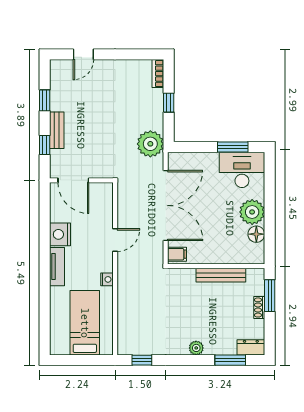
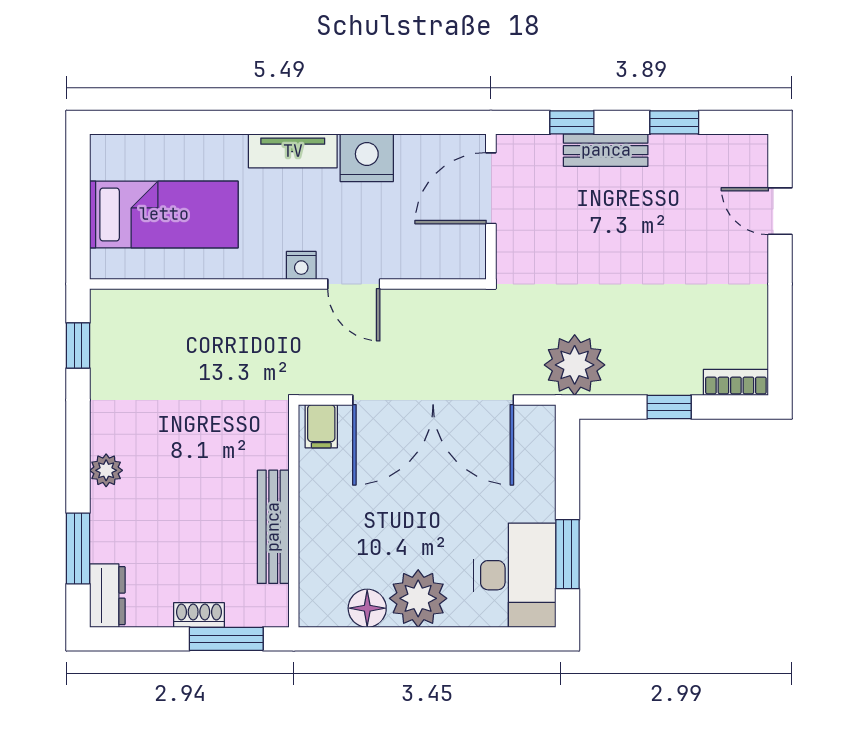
nightstand: (107, 279) -> (301, 265), moved

